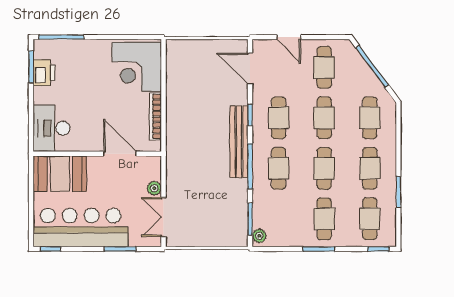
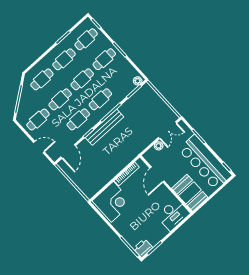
door: (289, 37) -> (39, 147), hinge flipped
printer: (44, 73) -> (143, 248), moved

